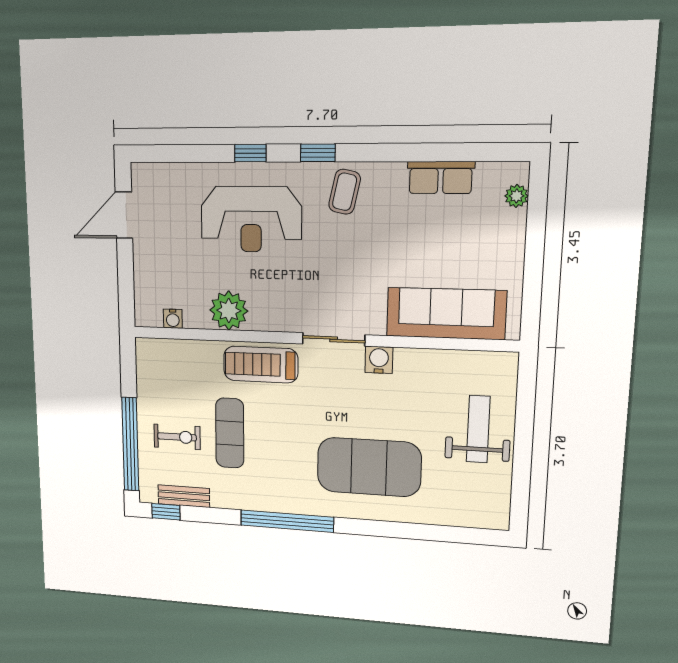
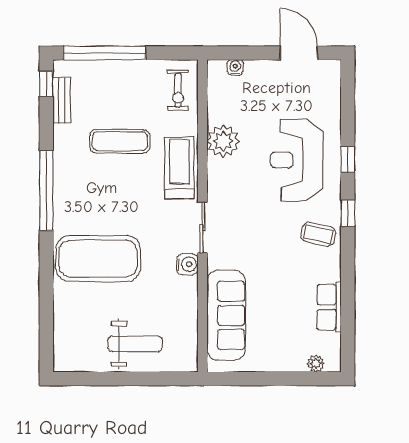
water cooler: (173, 319) -> (235, 67), moved, turned 90
exercise bike: (177, 437) -> (178, 90), moved
exercise mat: (369, 467) -> (98, 259), turned 90

